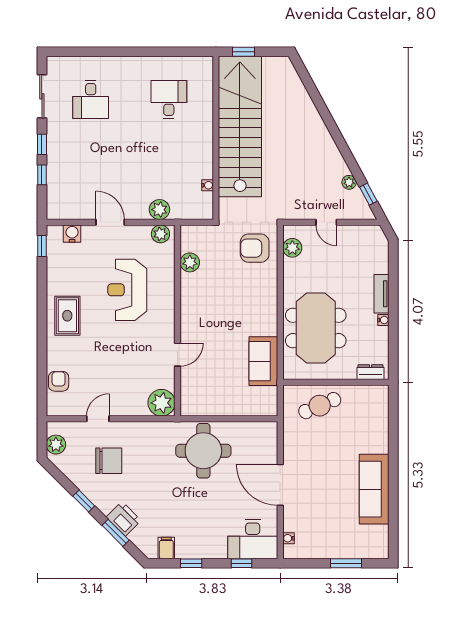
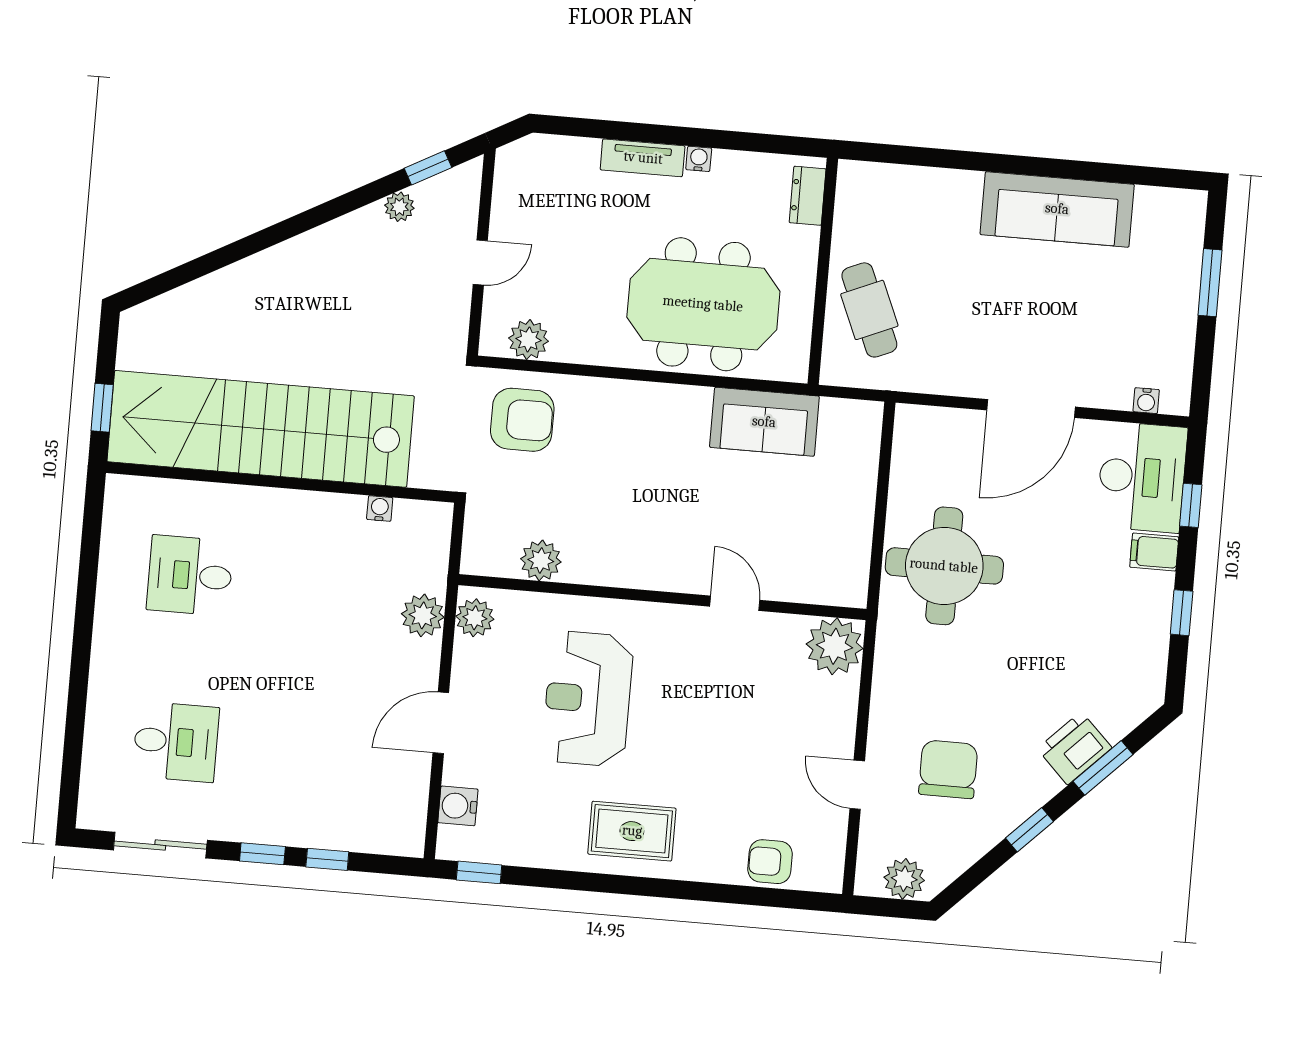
armchair: (255, 248) -> (522, 420), turned -90
reception desk: (127, 290) -> (588, 699), turned 90
filing cabinet: (166, 548) -> (1154, 552), moved

